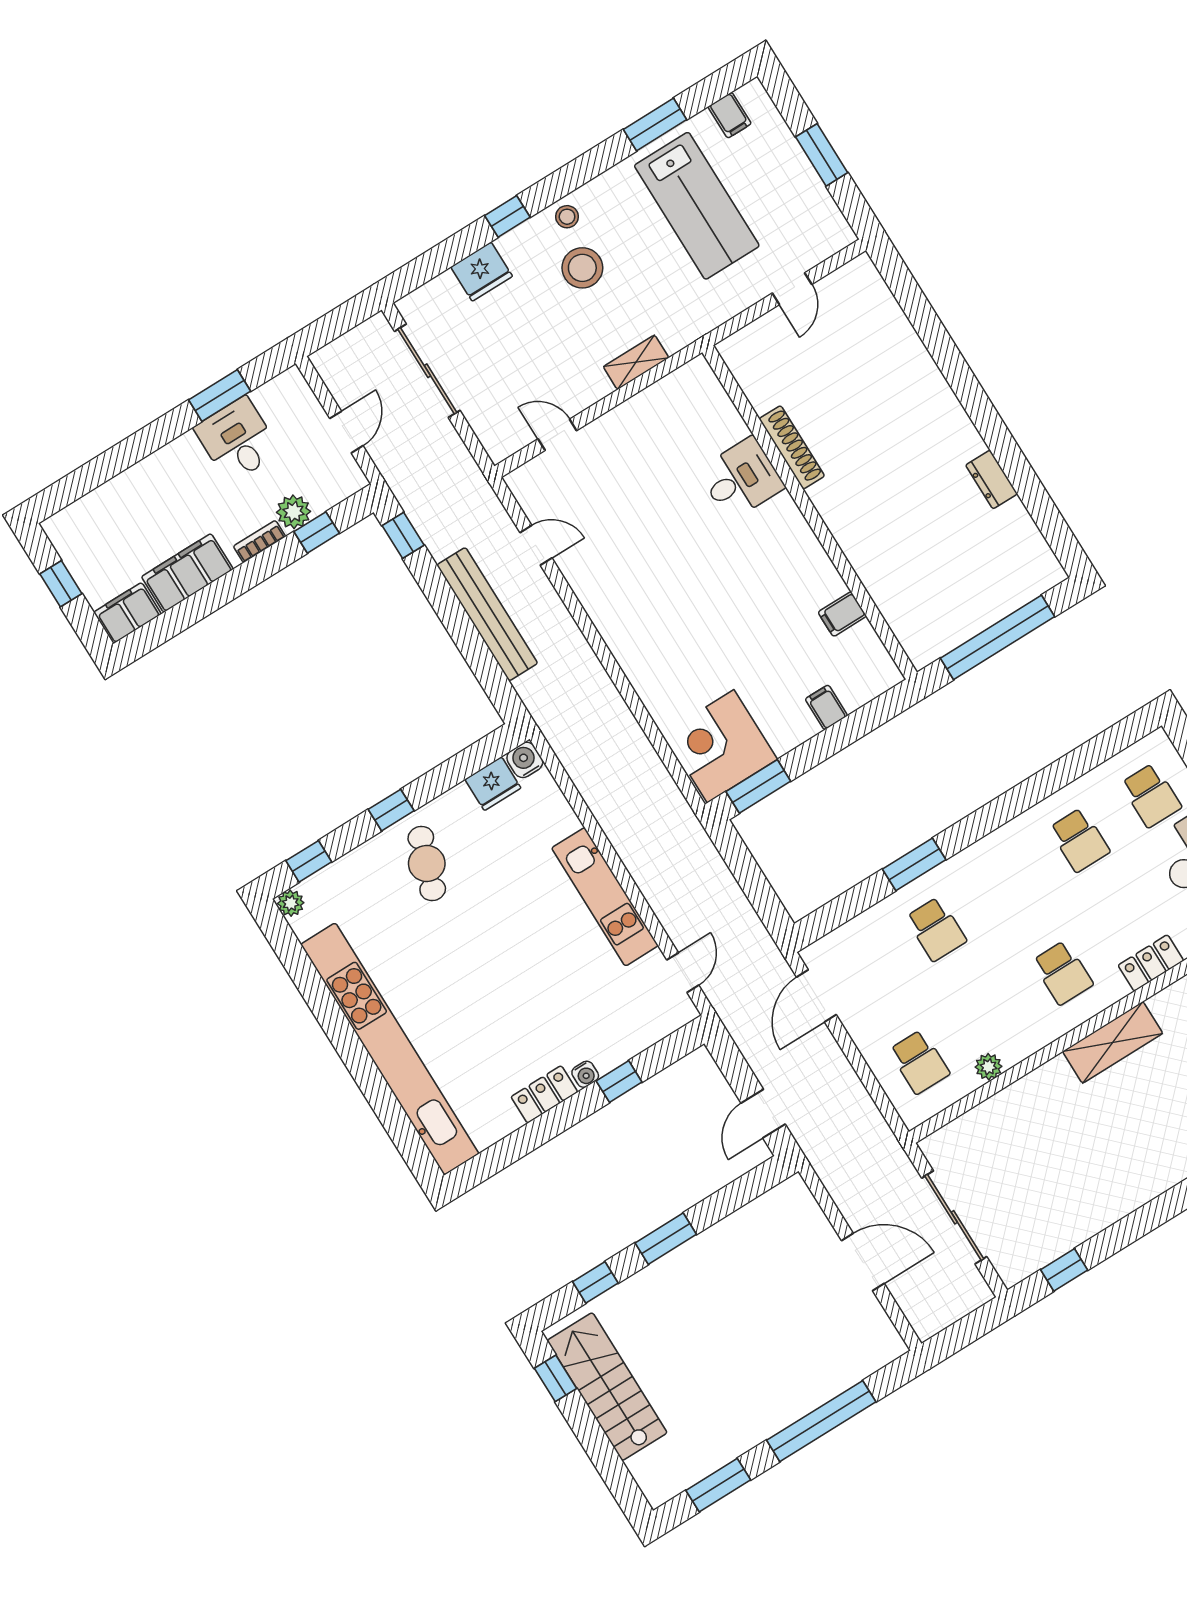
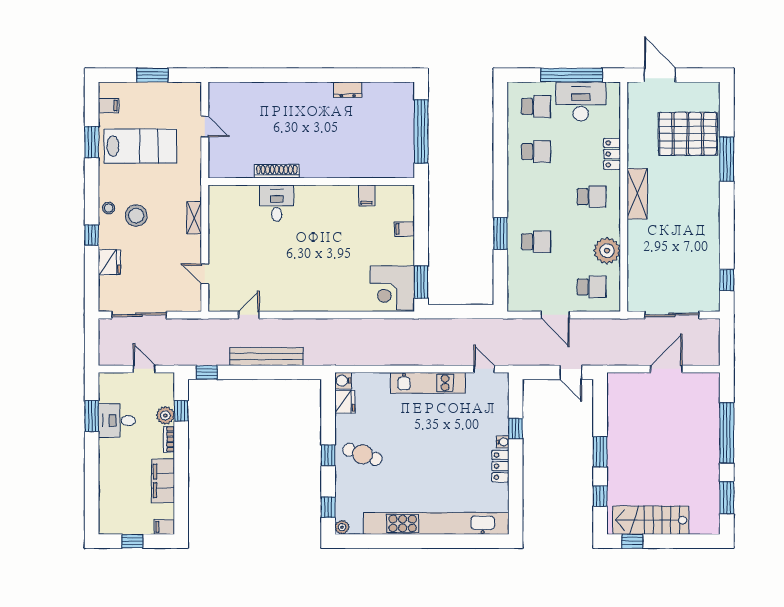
door: (557, 435) -> (205, 274), hinge flipped
filing cabinet: (127, 613) -> (164, 527), width x0.50
door: (816, 996) -> (555, 315), moved
plant: (988, 1067) -> (607, 251), width x1.88, depth x1.88

